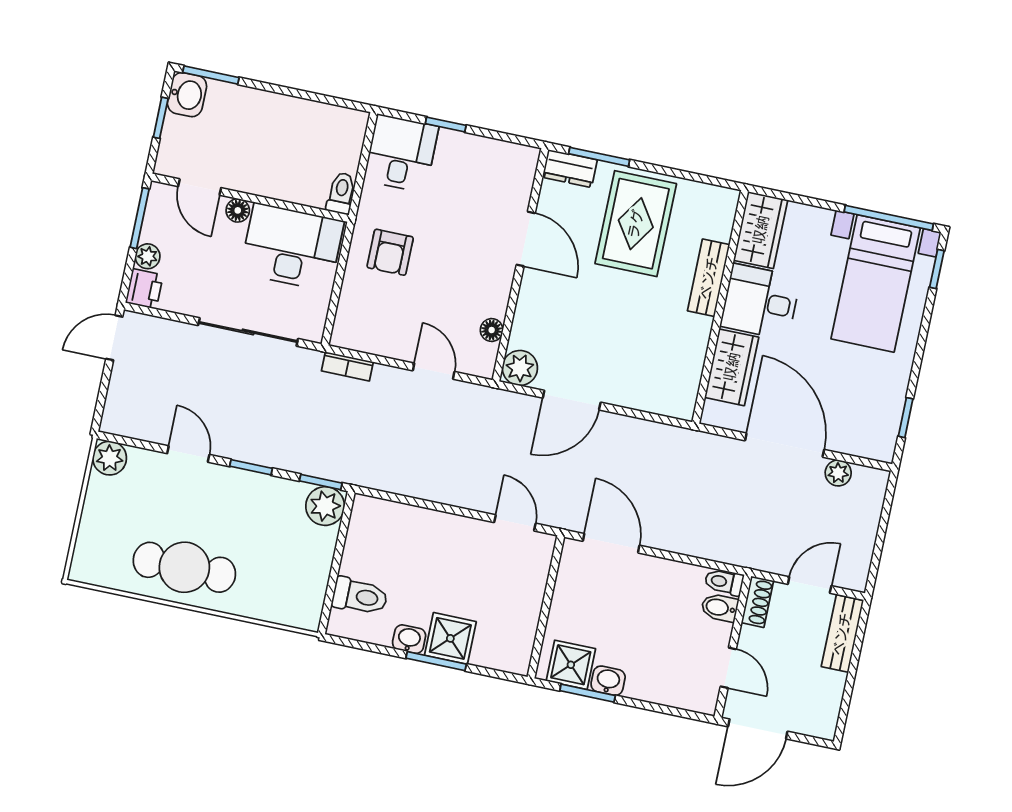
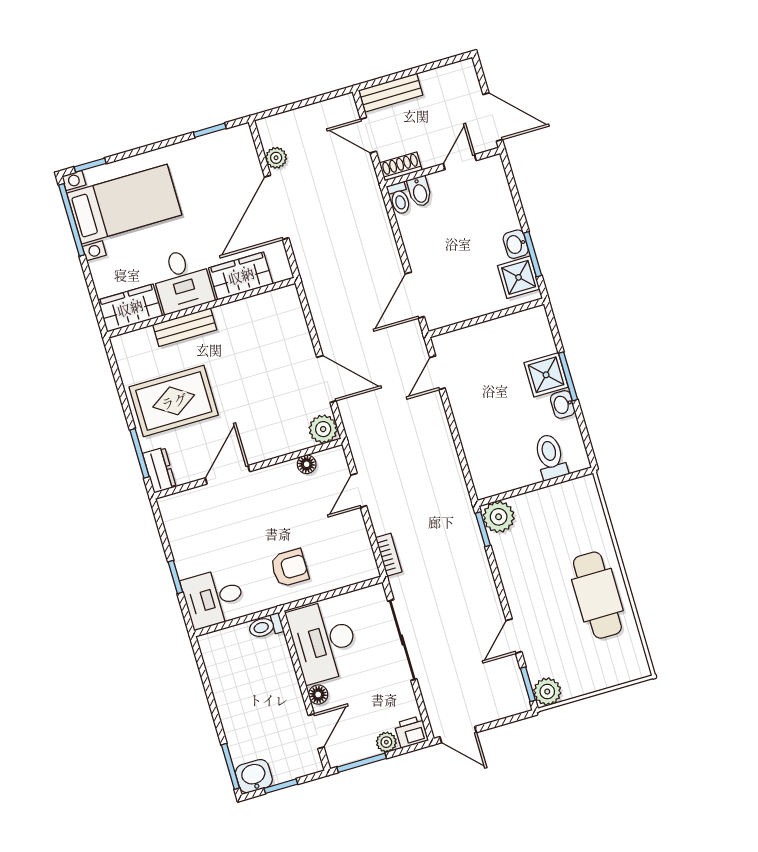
window: (251, 467) -> (528, 684), moved

